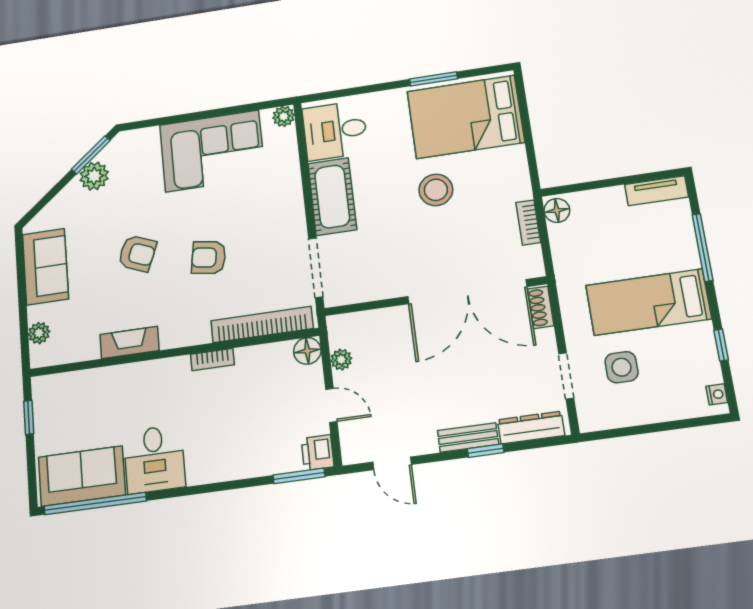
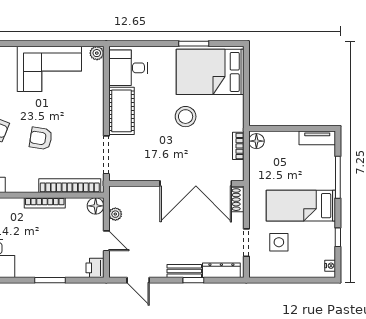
bookcase: (212, 359) -> (45, 203), width x1.56
window: (299, 476) -> (50, 280), moved

